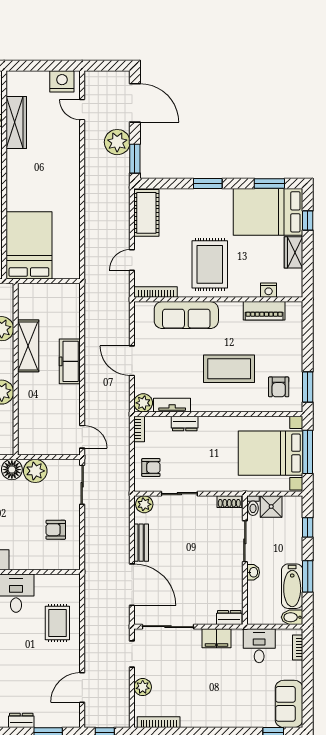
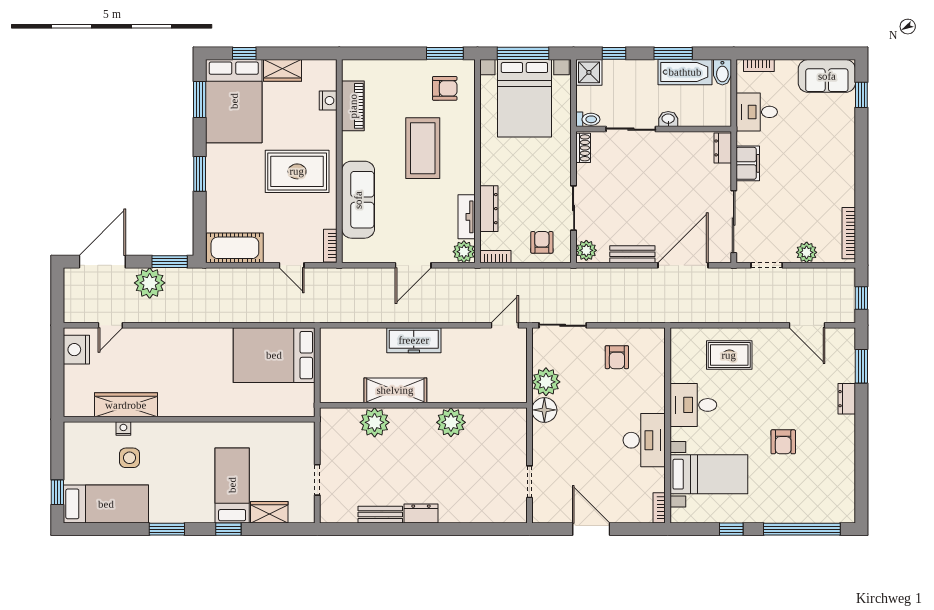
bed: (29, 245) -> (274, 355), moved
bookcase: (156, 292) -> (330, 246), width x0.64
dresser: (185, 423) -> (489, 209), width x1.44
shower: (271, 507) -> (589, 72), moved

